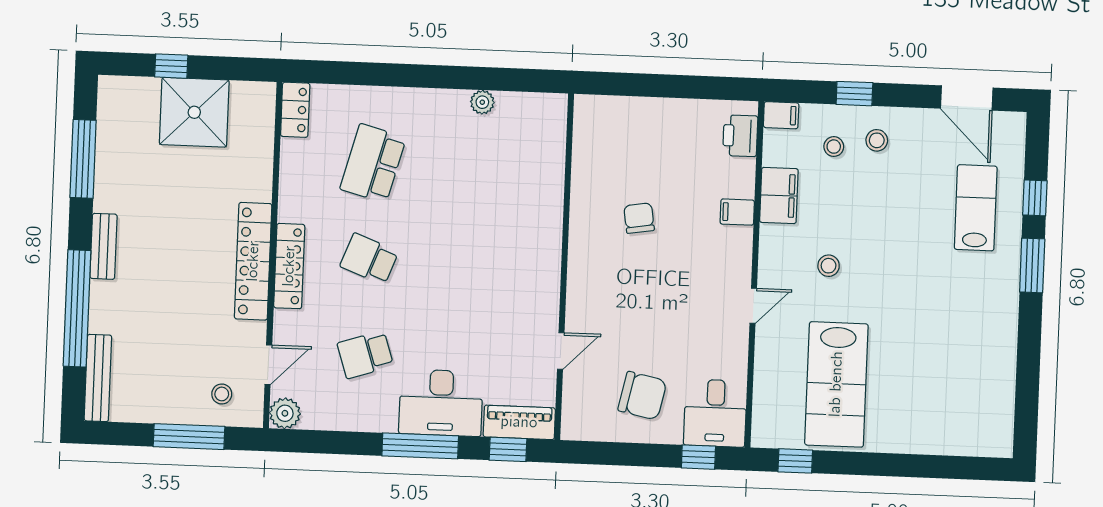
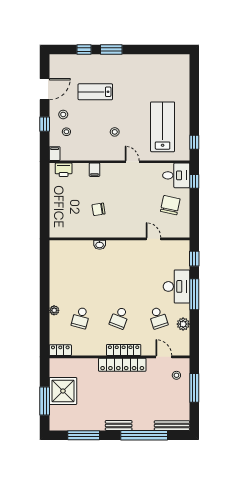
window: (171, 66) -> (45, 401), width x2.17
door: (967, 98) -> (45, 89), moved
plant: (482, 102) -> (54, 310), moved
school desk: (373, 163) -> (81, 318), width x0.54
filing cabinet: (779, 195) -> (87, 153), removed
lab bench: (976, 208) -> (95, 92), moved
washbasin: (552, 217) -> (100, 245), added
lab bench: (836, 384) -> (163, 127), turned -90
plant: (285, 413) -> (183, 324), moved
piano: (519, 422) -> (183, 254), removed

